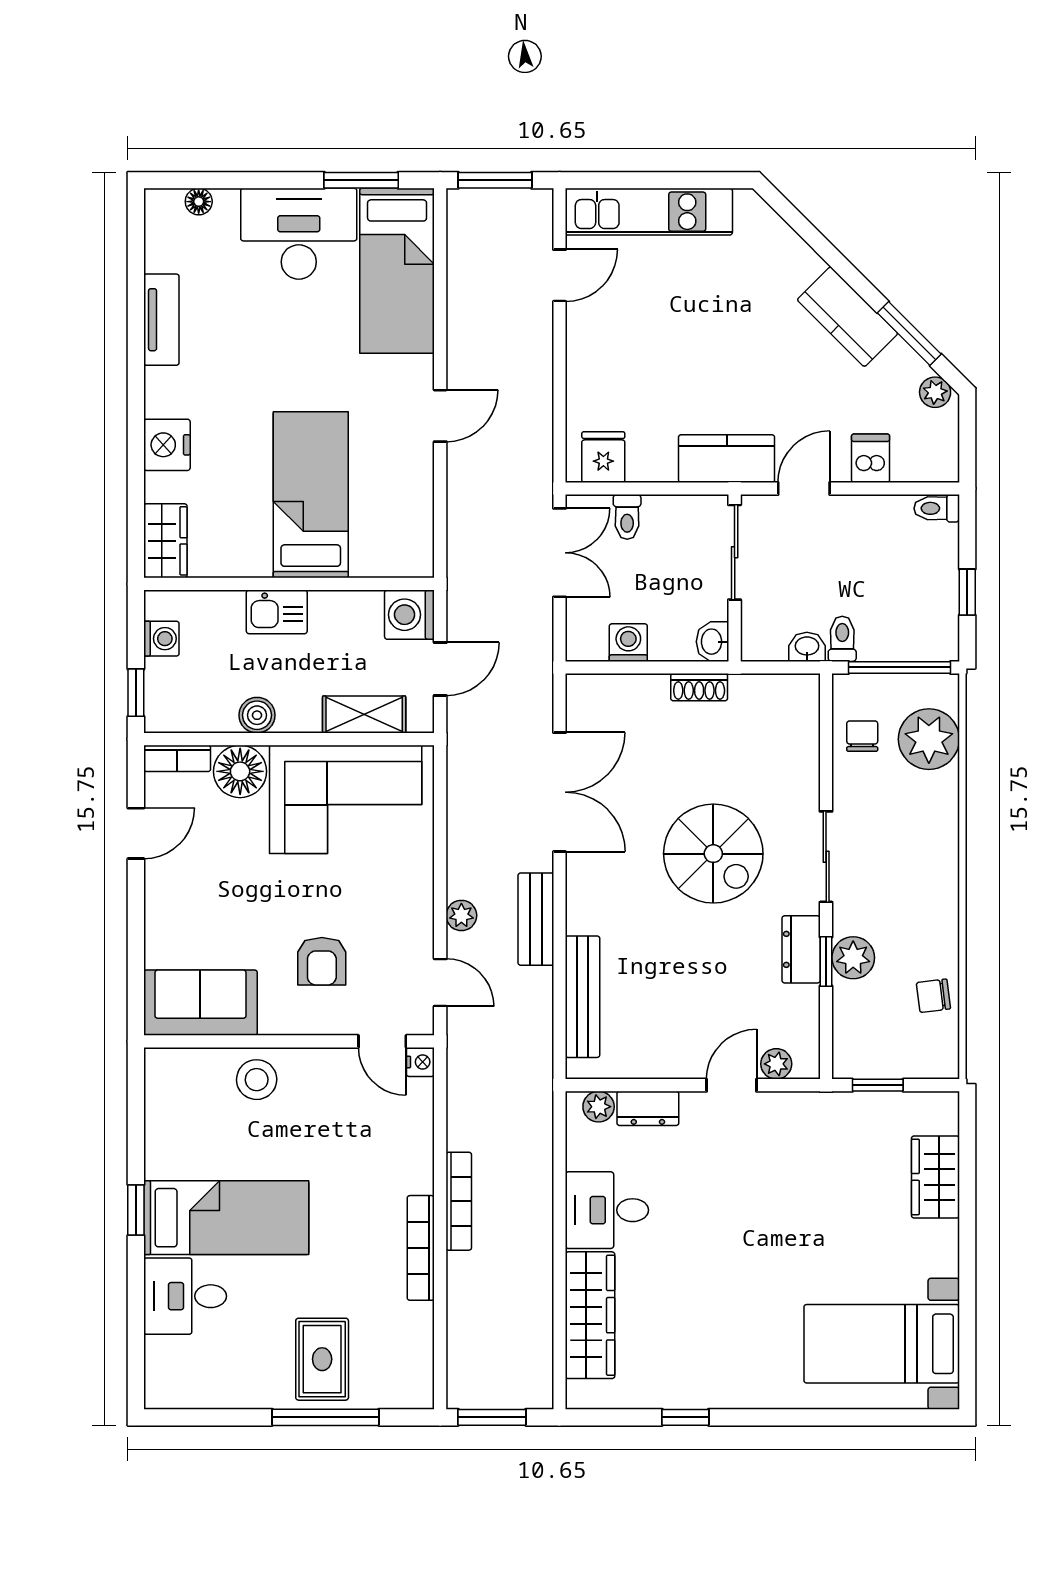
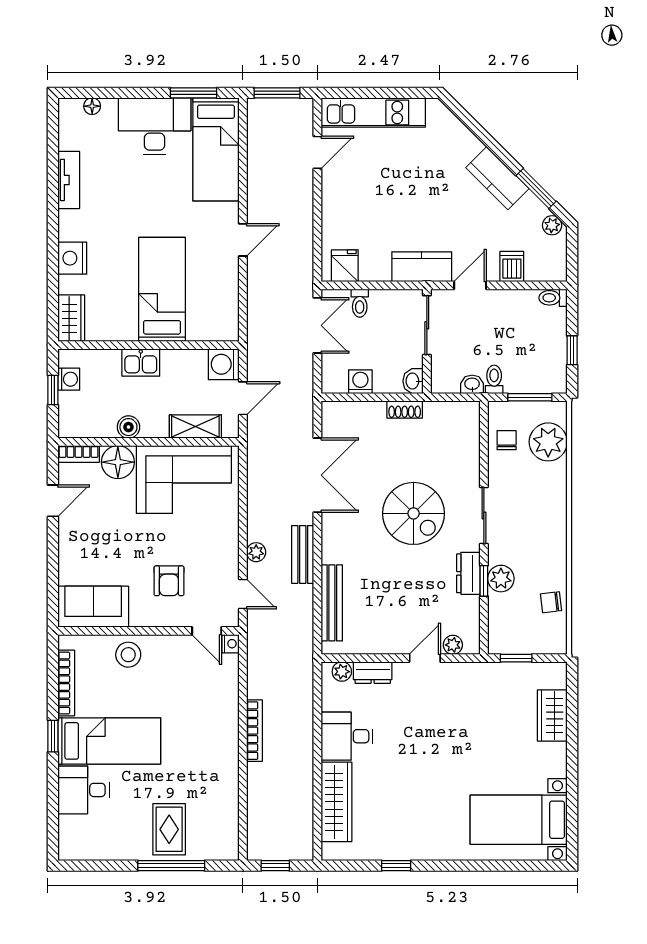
window: (900, 667) -> (530, 397), width x0.69
window: (136, 693) -> (53, 390), moved
bookcase: (421, 1248) -> (66, 683), moved, turned 180
window: (492, 1417) -> (275, 866), width x0.67

